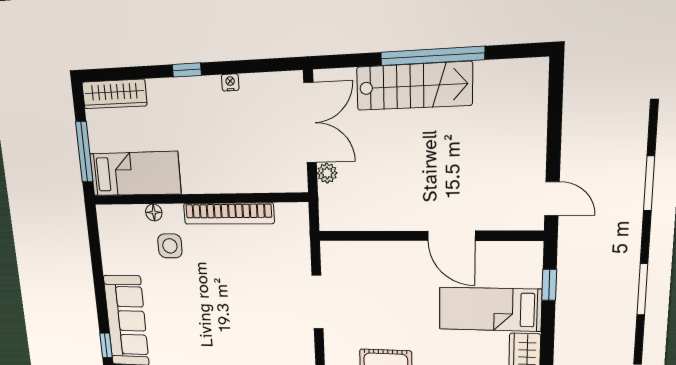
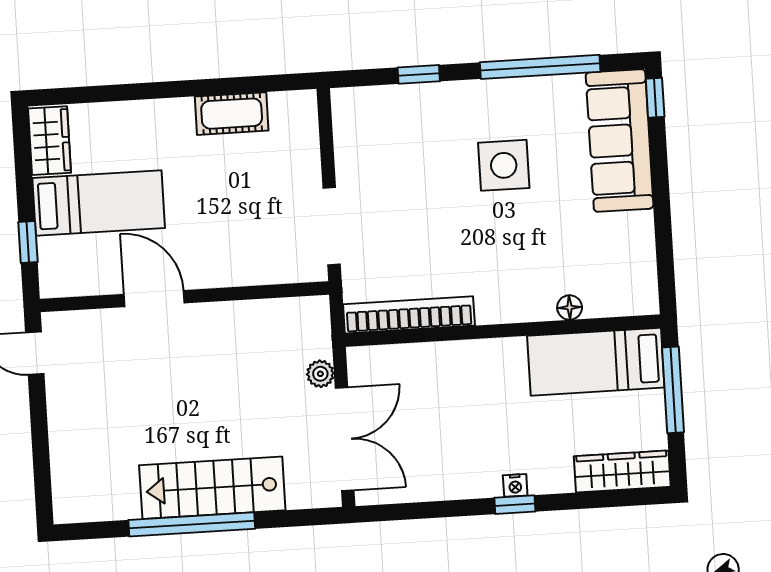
nightstand: (230, 82) -> (515, 485), moved
double door: (310, 123) -> (345, 439), swing flipped
bookcase: (229, 214) -> (409, 315), moved
side table: (170, 246) -> (504, 165), moved, width x1.37, depth x1.37
doorway: (318, 302) -> (332, 226), moved

